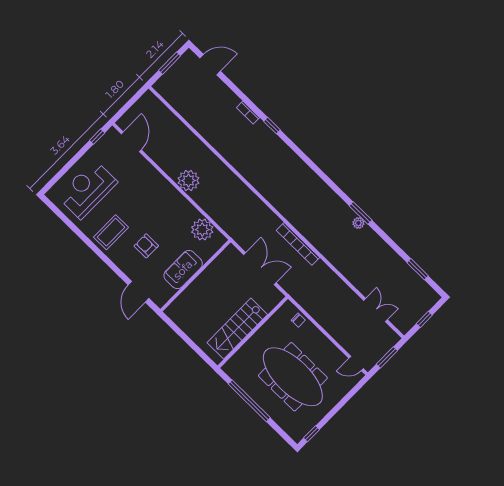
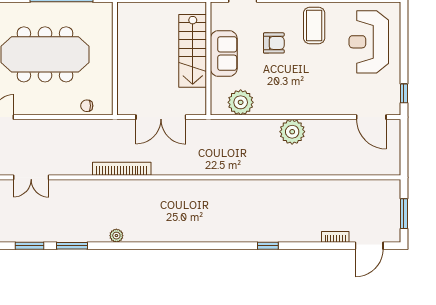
bookcase: (248, 113) -> (335, 237), moved
reception desk: (87, 189) -> (369, 42), turned 180
window: (361, 213) -> (72, 246), moved
bookcase: (298, 244) -> (122, 169), moved
stairs: (237, 329) -> (193, 51), moved, turned 180

